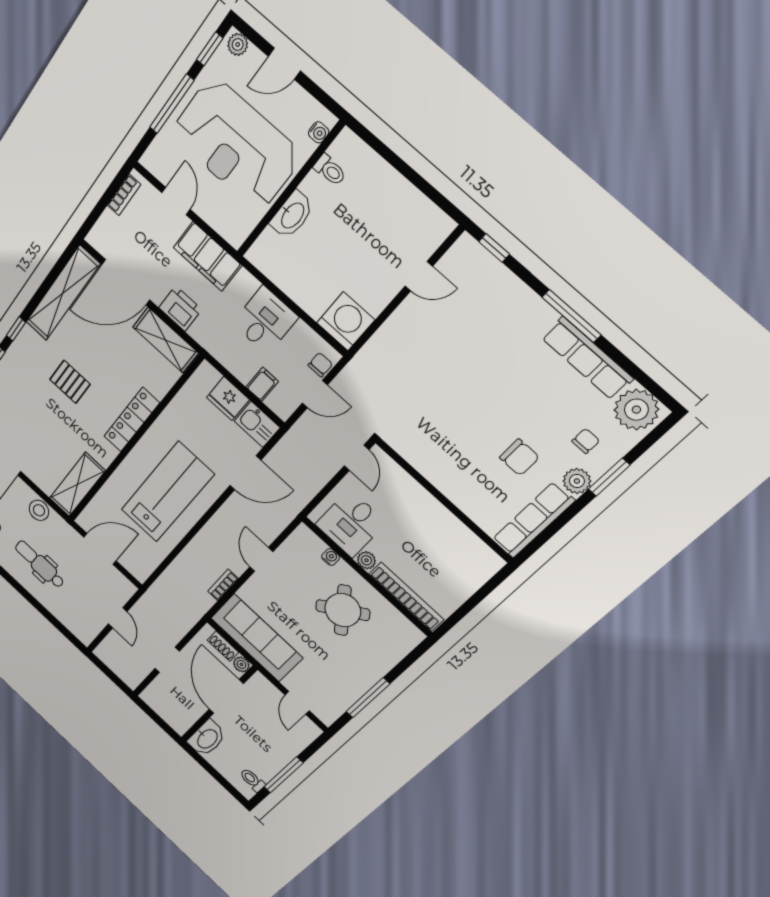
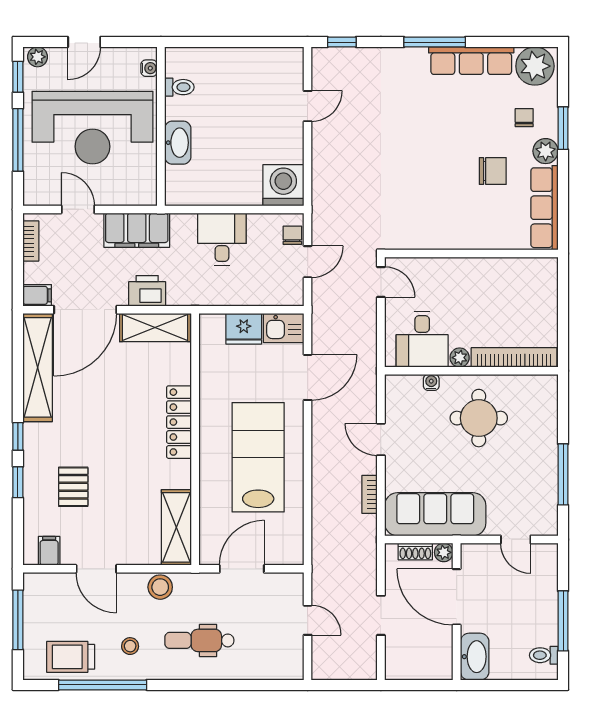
pallet: (70, 382) -> (73, 487), moved, turned 90
filing cabinet: (262, 384) -> (37, 295), moved, turned 90
round table: (343, 610) -> (479, 418), turned 36

